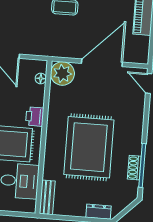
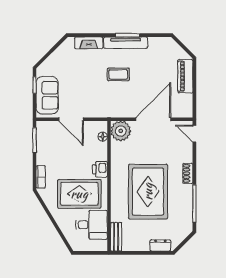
shoe rack: (134, 168) -> (188, 173), moved

